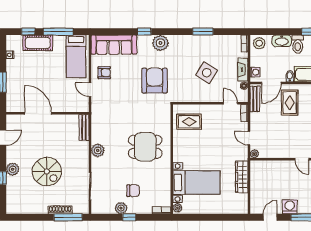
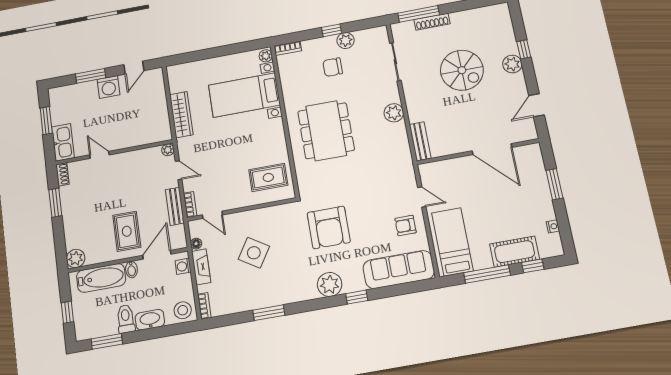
bench: (255, 99) -> (175, 206), moved
dining table: (145, 147) -> (326, 131), width x1.37
spiral stairs: (47, 171) -> (462, 70), turned 180

